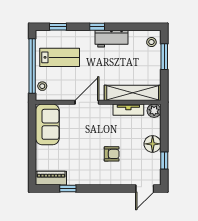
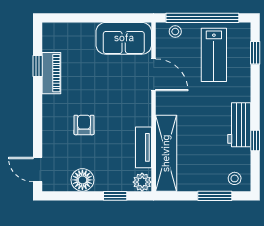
window: (97, 27) -> (255, 141), moved
door: (87, 102) -> (154, 75), moved
floor lamp: (153, 144) -> (82, 180), moved
armchair: (112, 154) -> (84, 125), turned 180
window: (164, 161) -> (115, 196), moved
piano: (51, 178) -> (51, 73), moved

